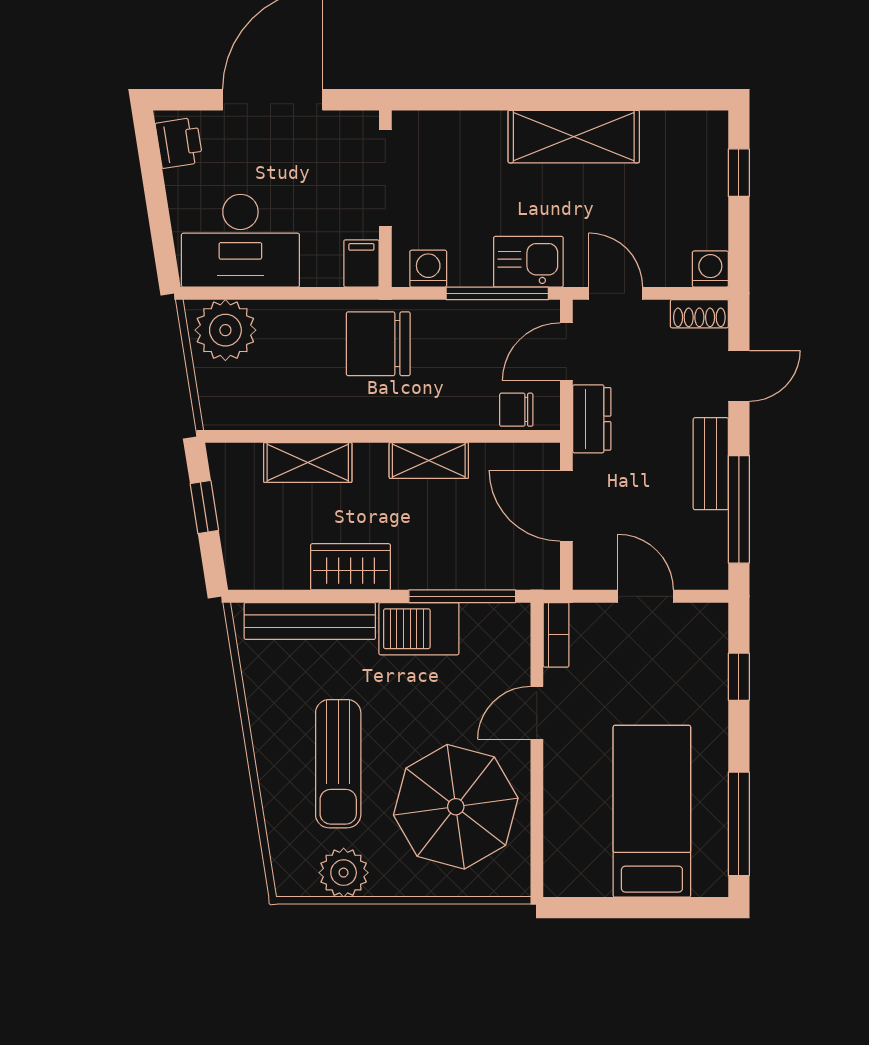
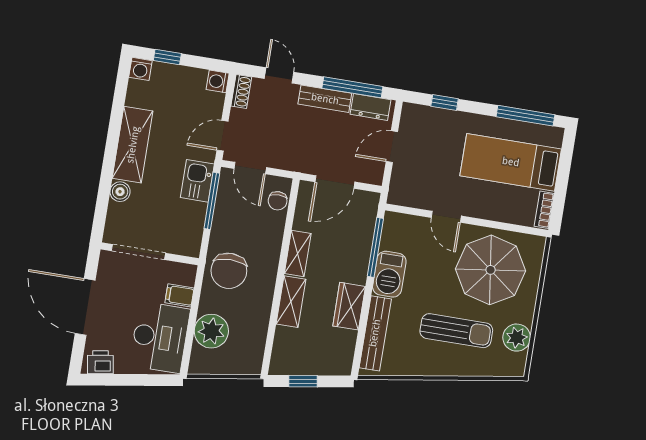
boiler: (487, 128) -> (120, 192), added
filing cabinet: (361, 263) -> (180, 295), moved
washing machine: (428, 269) -> (140, 69), moved, turned -90
plant: (225, 330) -> (211, 331), moved
dresser: (592, 419) -> (371, 107), moved, turned 180
shelving: (308, 463) -> (291, 302), moved
bookcase: (556, 635) -> (544, 210), moved, turned -90

